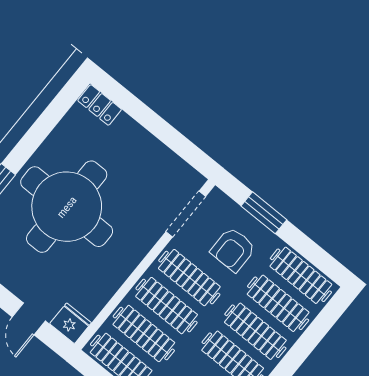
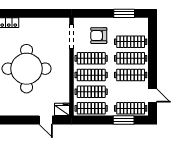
window: (264, 213) -> (124, 13), moved
armchair: (233, 250) -> (99, 36), turned 90
clothes rail: (301, 275) -> (131, 25), removed

